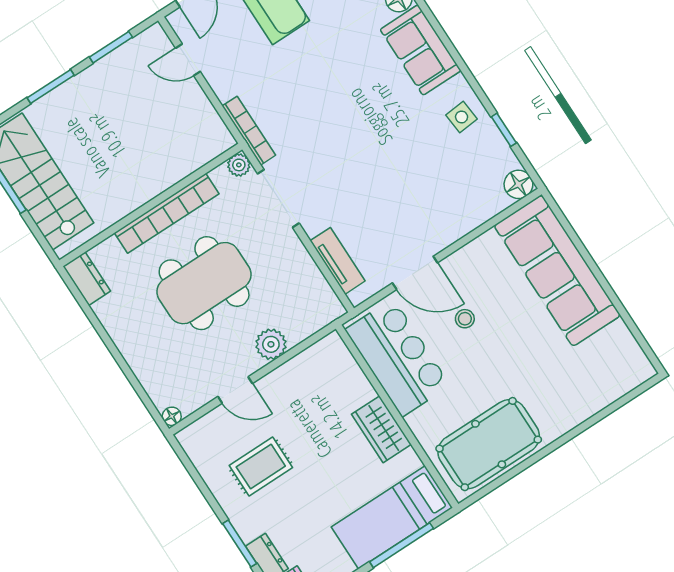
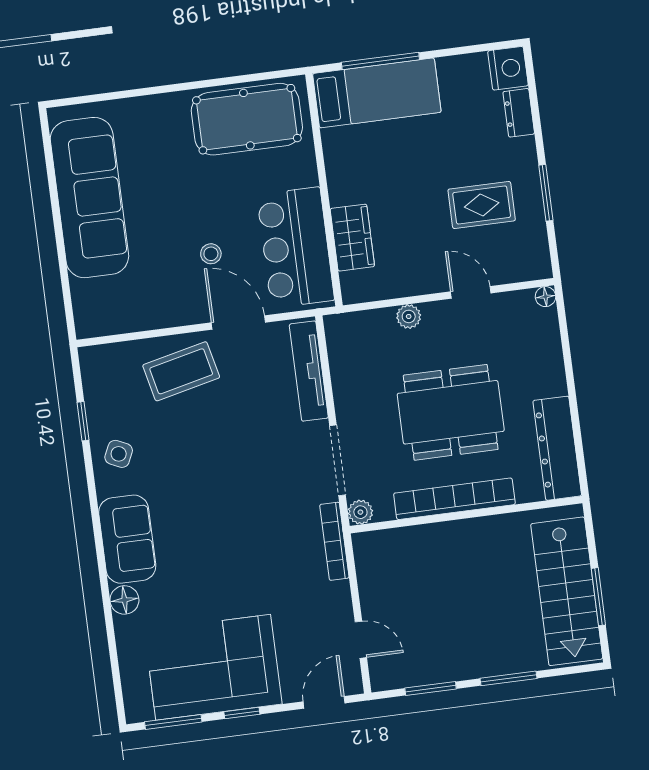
side table: (462, 117) -> (119, 454), turned 30
floor lamp: (518, 184) -> (95, 361), removed
coffee table: (443, 210) -> (181, 371), added
tv unit: (338, 261) -> (309, 371), width x1.41
sofa: (557, 271) -> (89, 198), moved
dresser: (87, 279) -> (557, 448), width x1.96, depth x1.24
plant: (271, 344) -> (409, 316), width x0.73, depth x0.73
wardrobe: (381, 429) -> (352, 238), moved
window: (240, 543) -> (546, 193), moved

